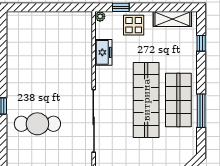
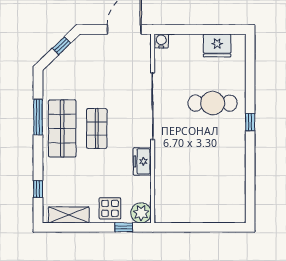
plant: (100, 16) -> (141, 213), width x1.87, depth x1.87
freezer: (103, 52) -> (142, 161), moved
shop shelf: (146, 100) -> (97, 128), width x0.50, depth x0.74

